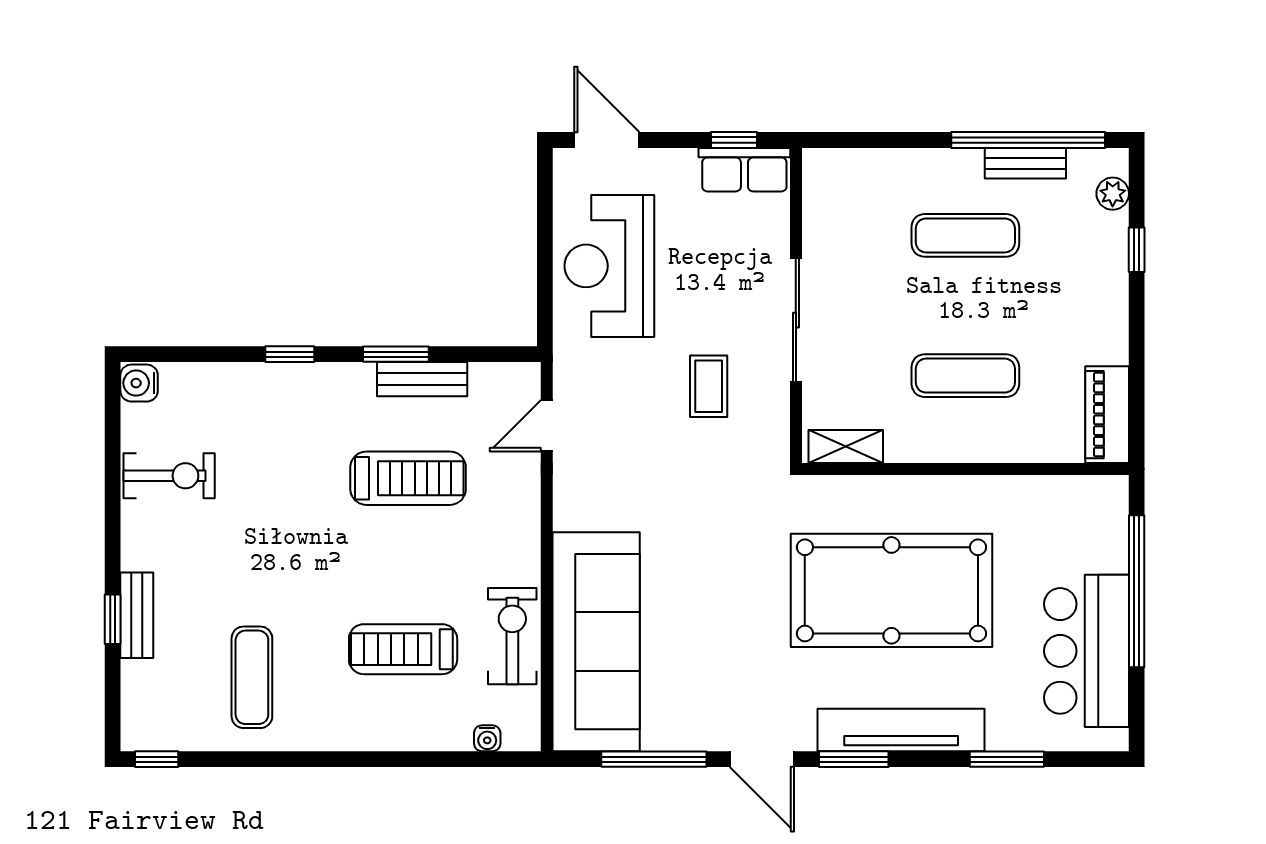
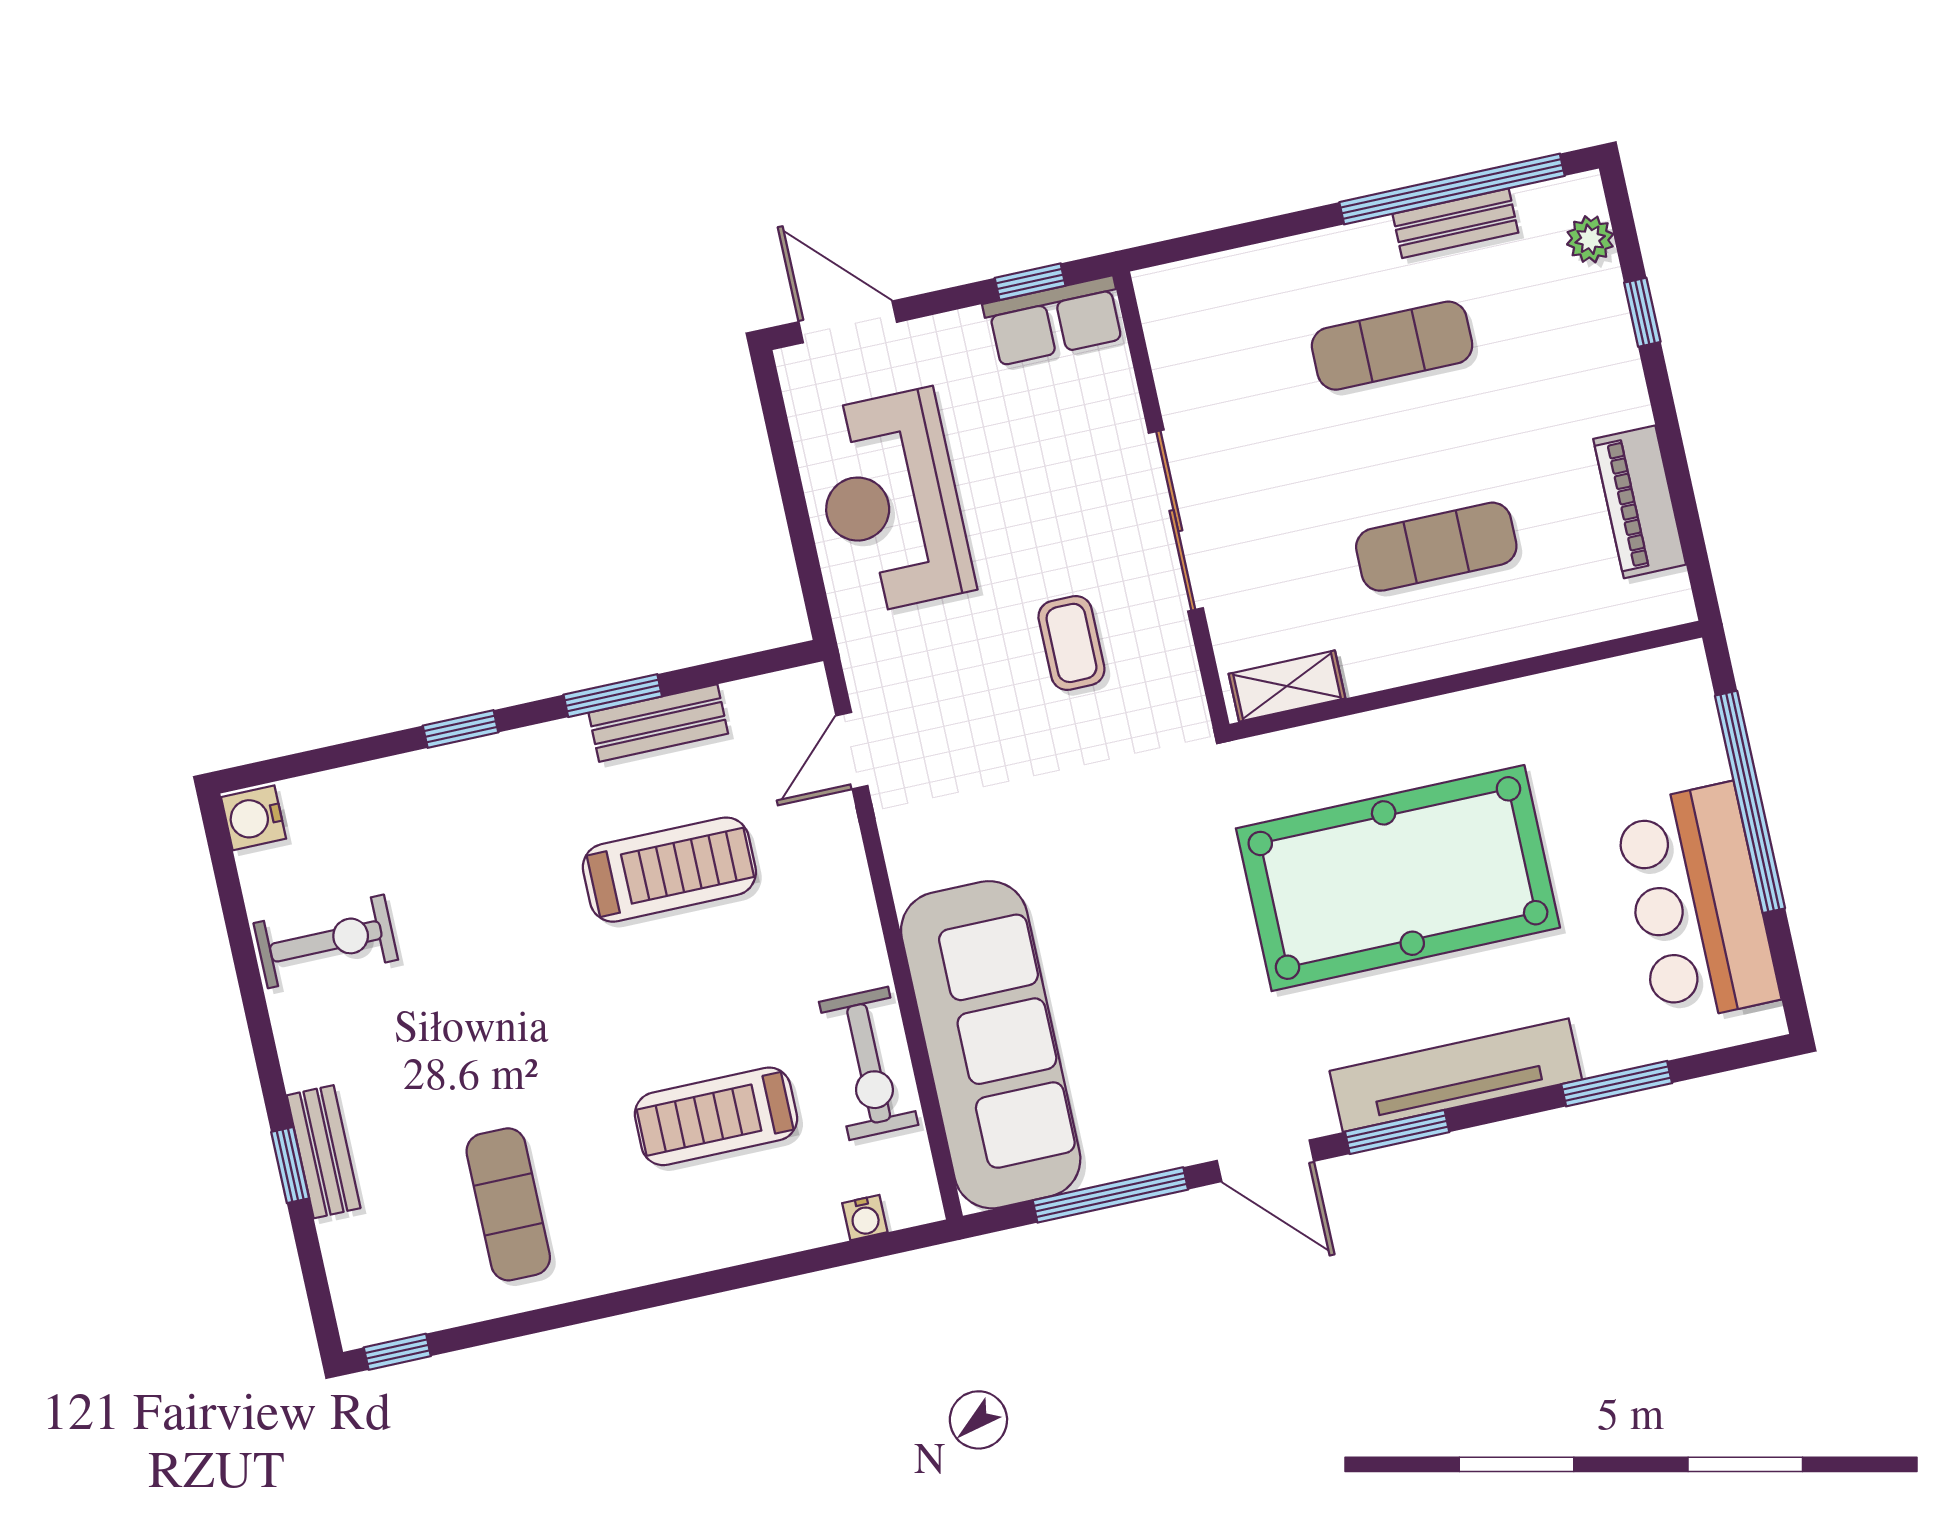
piano: (1107, 415) -> (1640, 502), moved
exercise bike: (512, 636) -> (869, 1063), turned 180

